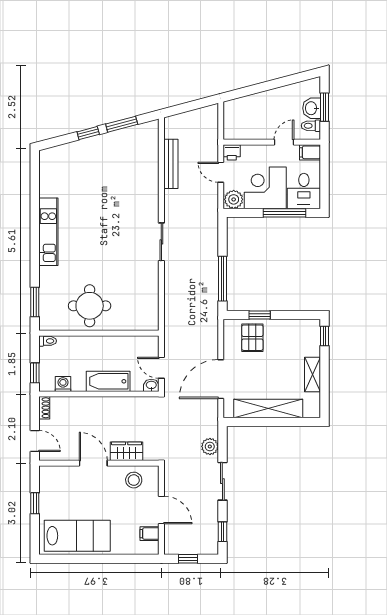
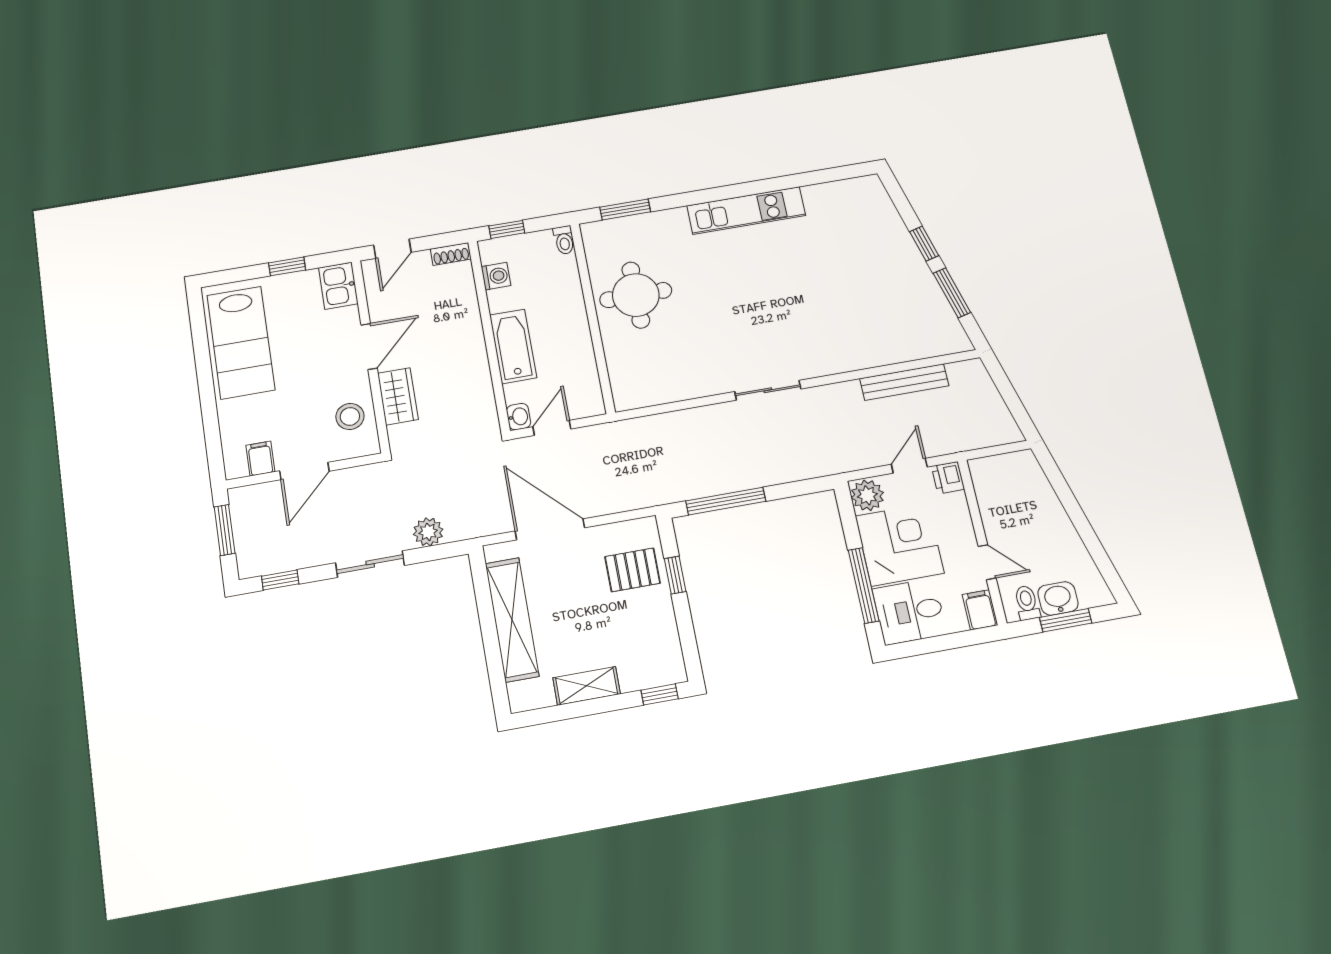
kitchen sink: (52, 475) -> (338, 286), added
window: (188, 559) -> (225, 530), width x1.50

